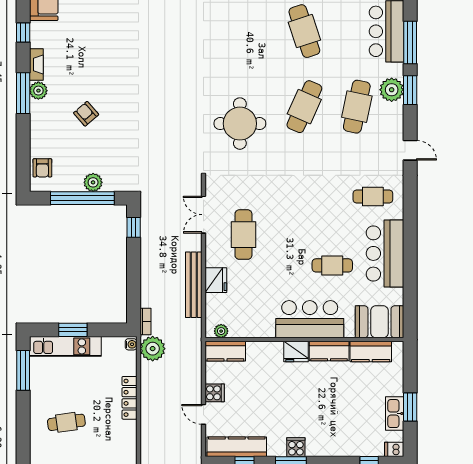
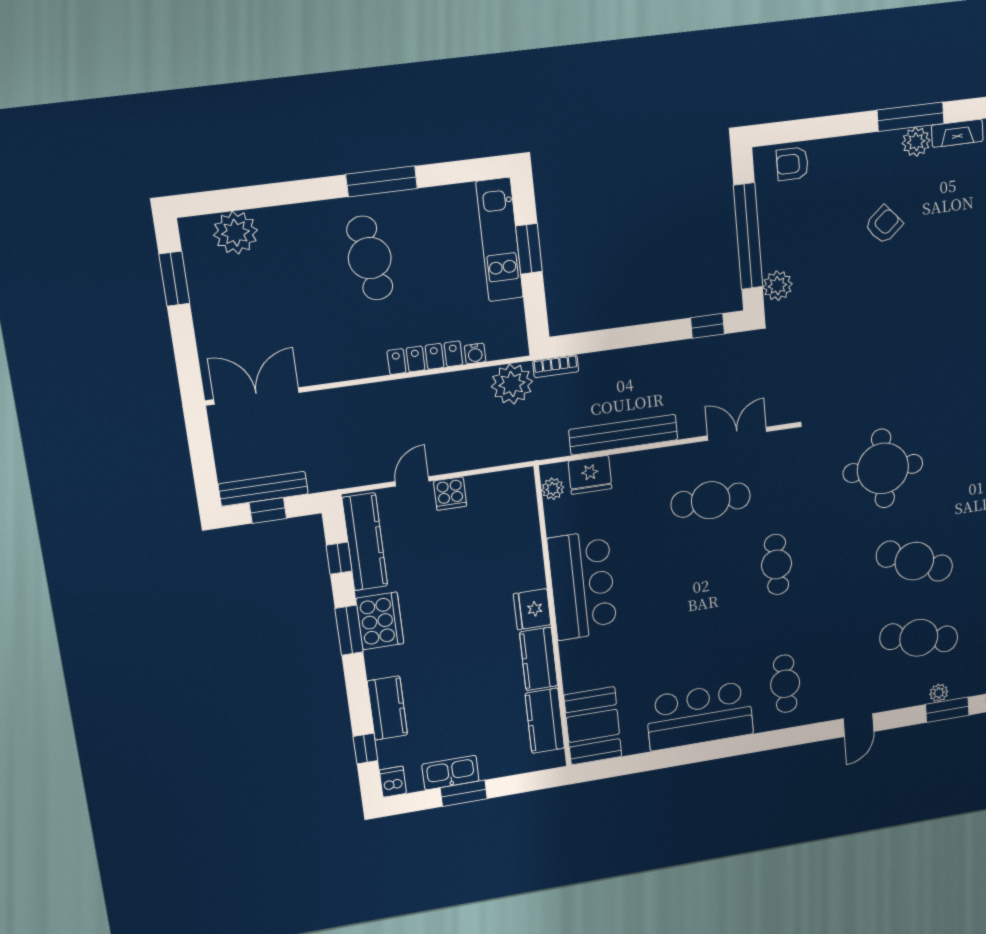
plant: (392, 90) -> (939, 693), width x0.53, depth x0.53
plant: (93, 182) -> (777, 286), moved
cafe table: (332, 265) -> (777, 565), moved
fridge: (216, 280) -> (590, 475), moved
bar counter: (310, 319) -> (582, 585), moved
water cooler: (131, 344) -> (475, 354), moved
kitchen counter: (225, 351) -> (387, 708), moved, turned 180
window: (23, 370) -> (382, 181), moved
cafe table: (66, 422) -> (370, 258), width x1.37, depth x1.35
cooker: (296, 447) -> (380, 621), width x1.87, depth x1.31

